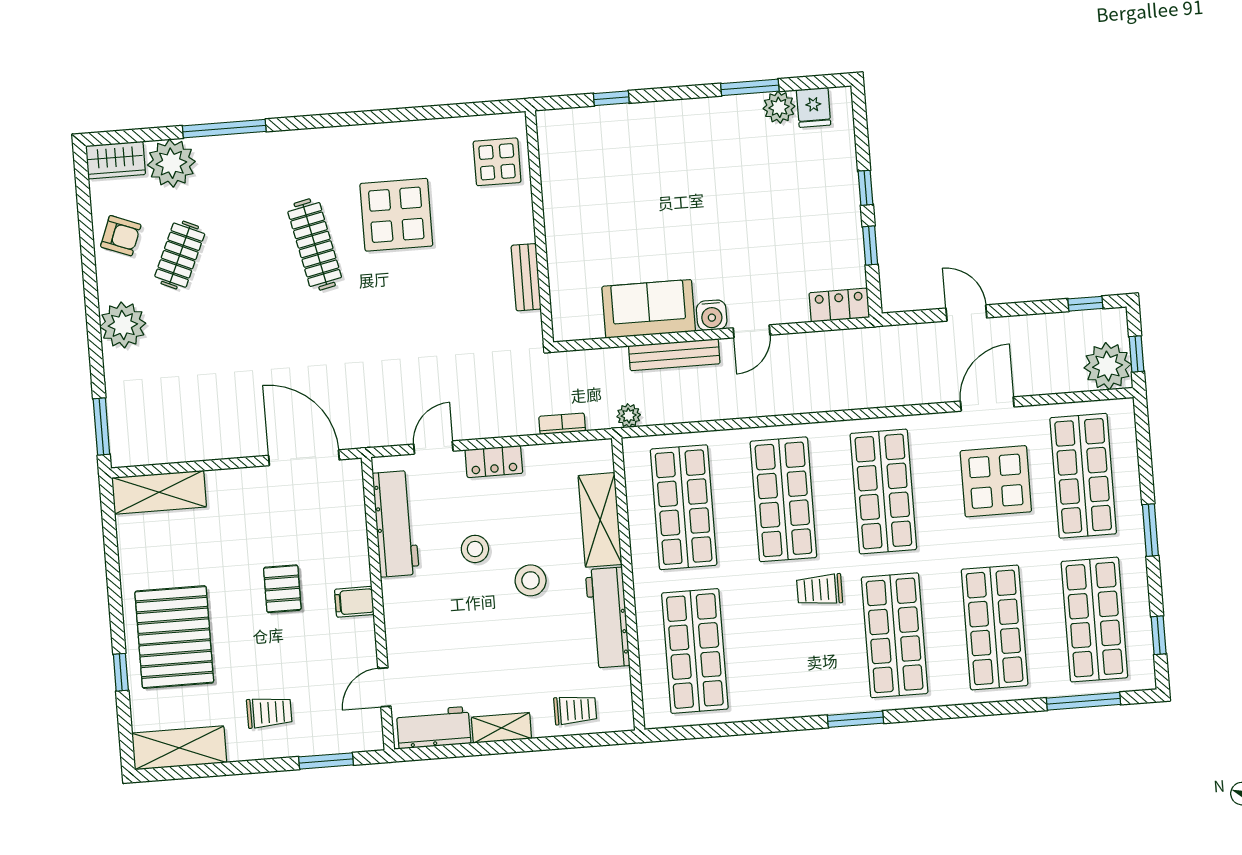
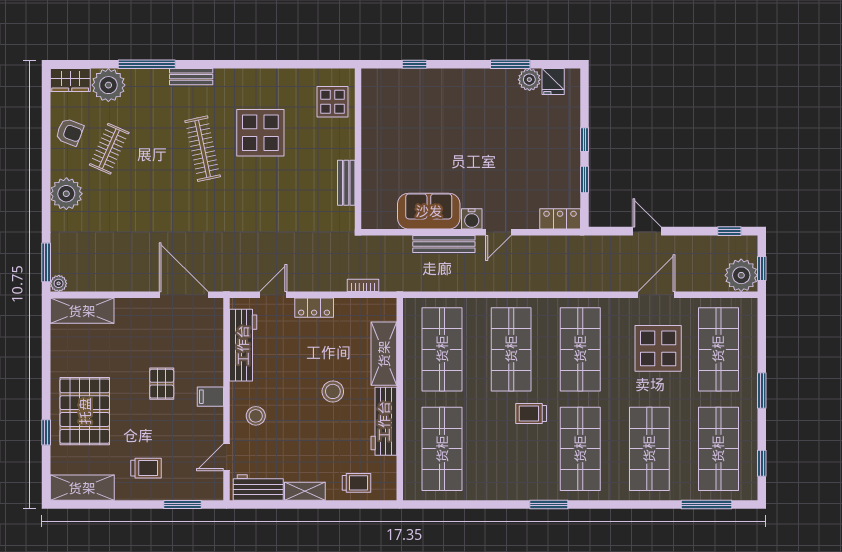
bench: (290, 142) -> (191, 77), added
plant: (629, 416) -> (59, 283), moved
stool: (475, 549) -> (256, 416), moved

